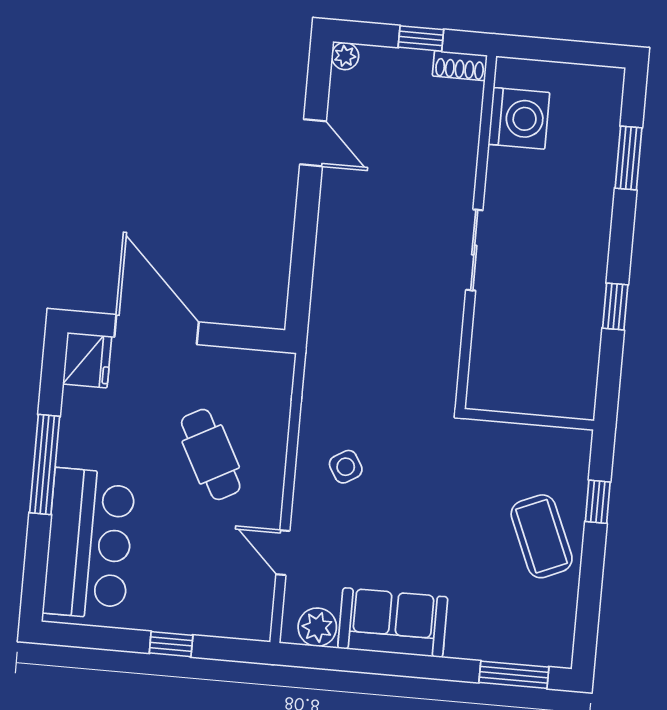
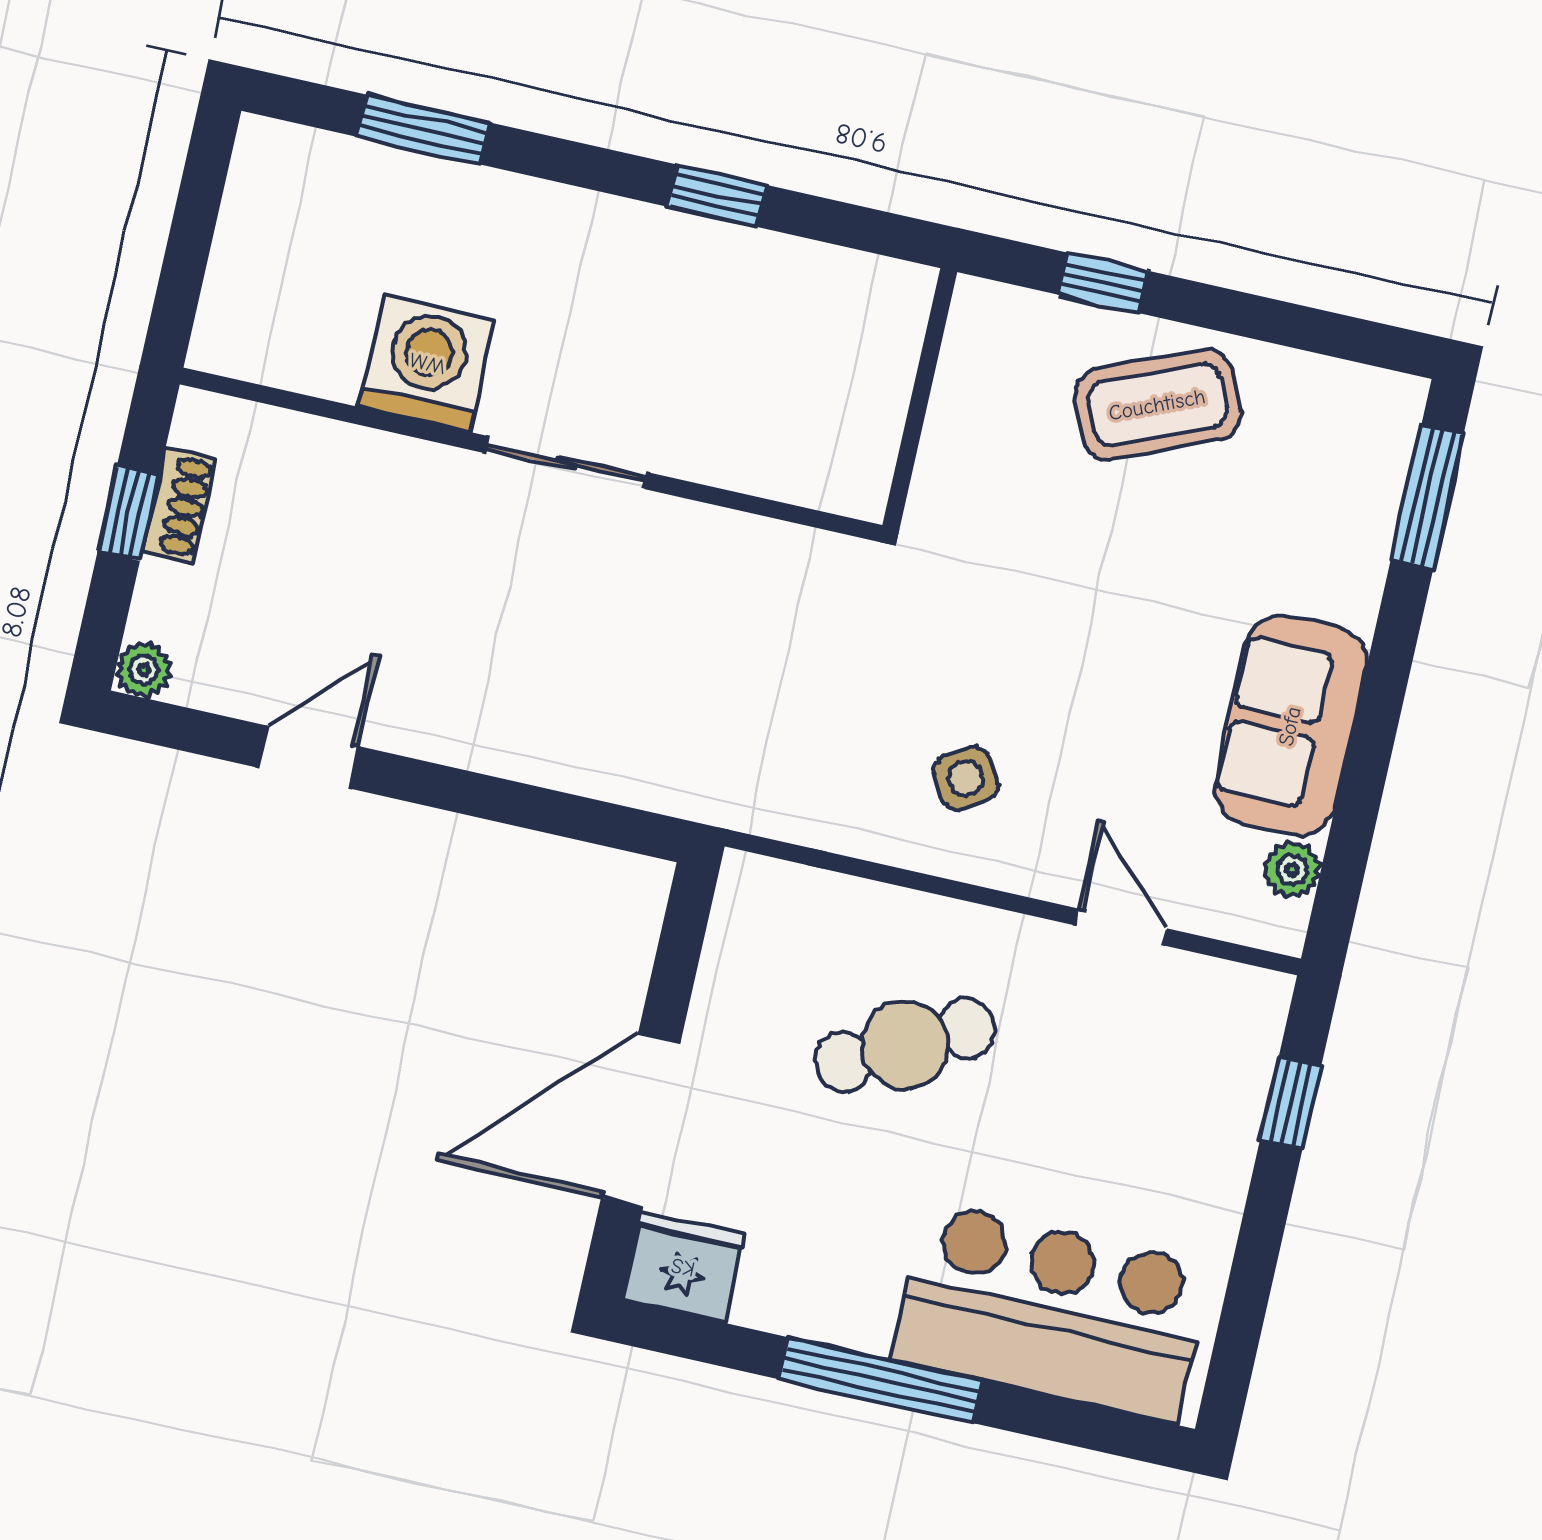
shoe rack: (460, 66) -> (179, 506), moved
washing machine: (519, 118) -> (427, 363), moved
door: (283, 553) -> (1121, 927), swing flipped
plant: (317, 627) -> (1292, 870), width x0.73, depth x0.73
window: (171, 644) -> (1291, 1103), moved

